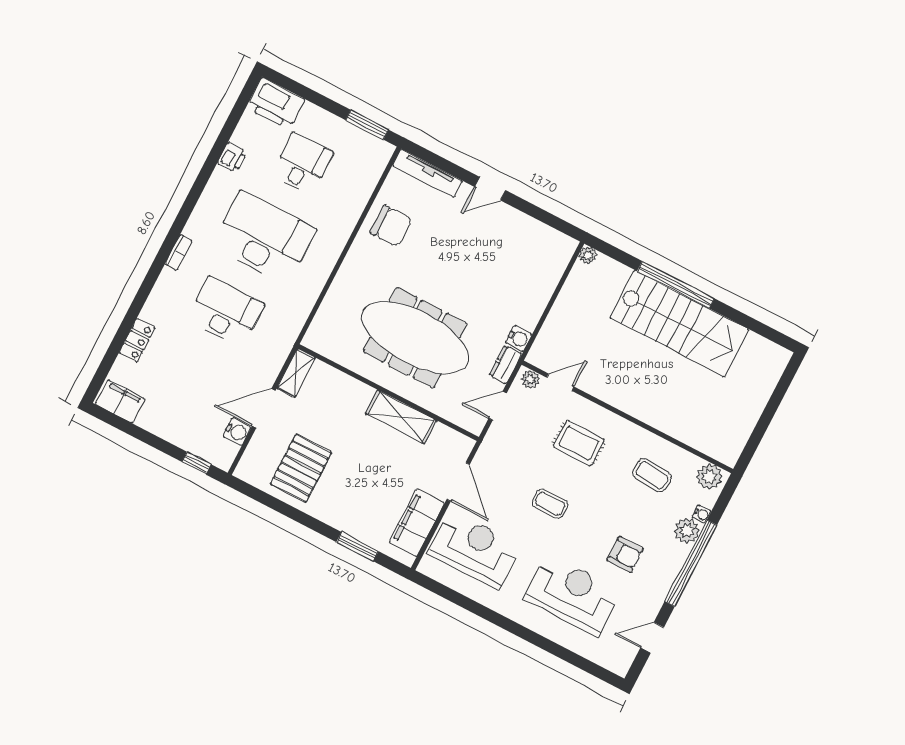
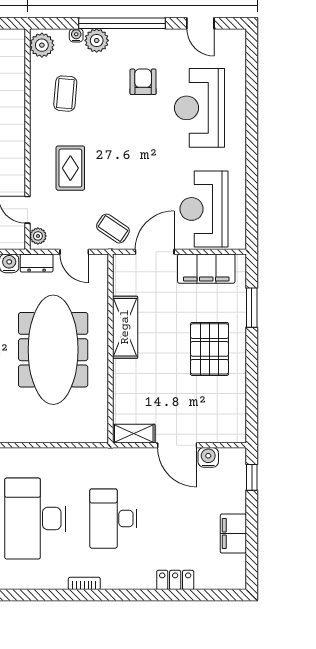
filing cabinet: (120, 402) -> (233, 534), moved
pallet: (301, 468) -> (210, 349), moved, turned 90
coffee table: (550, 504) -> (113, 229), moved, turned -56

